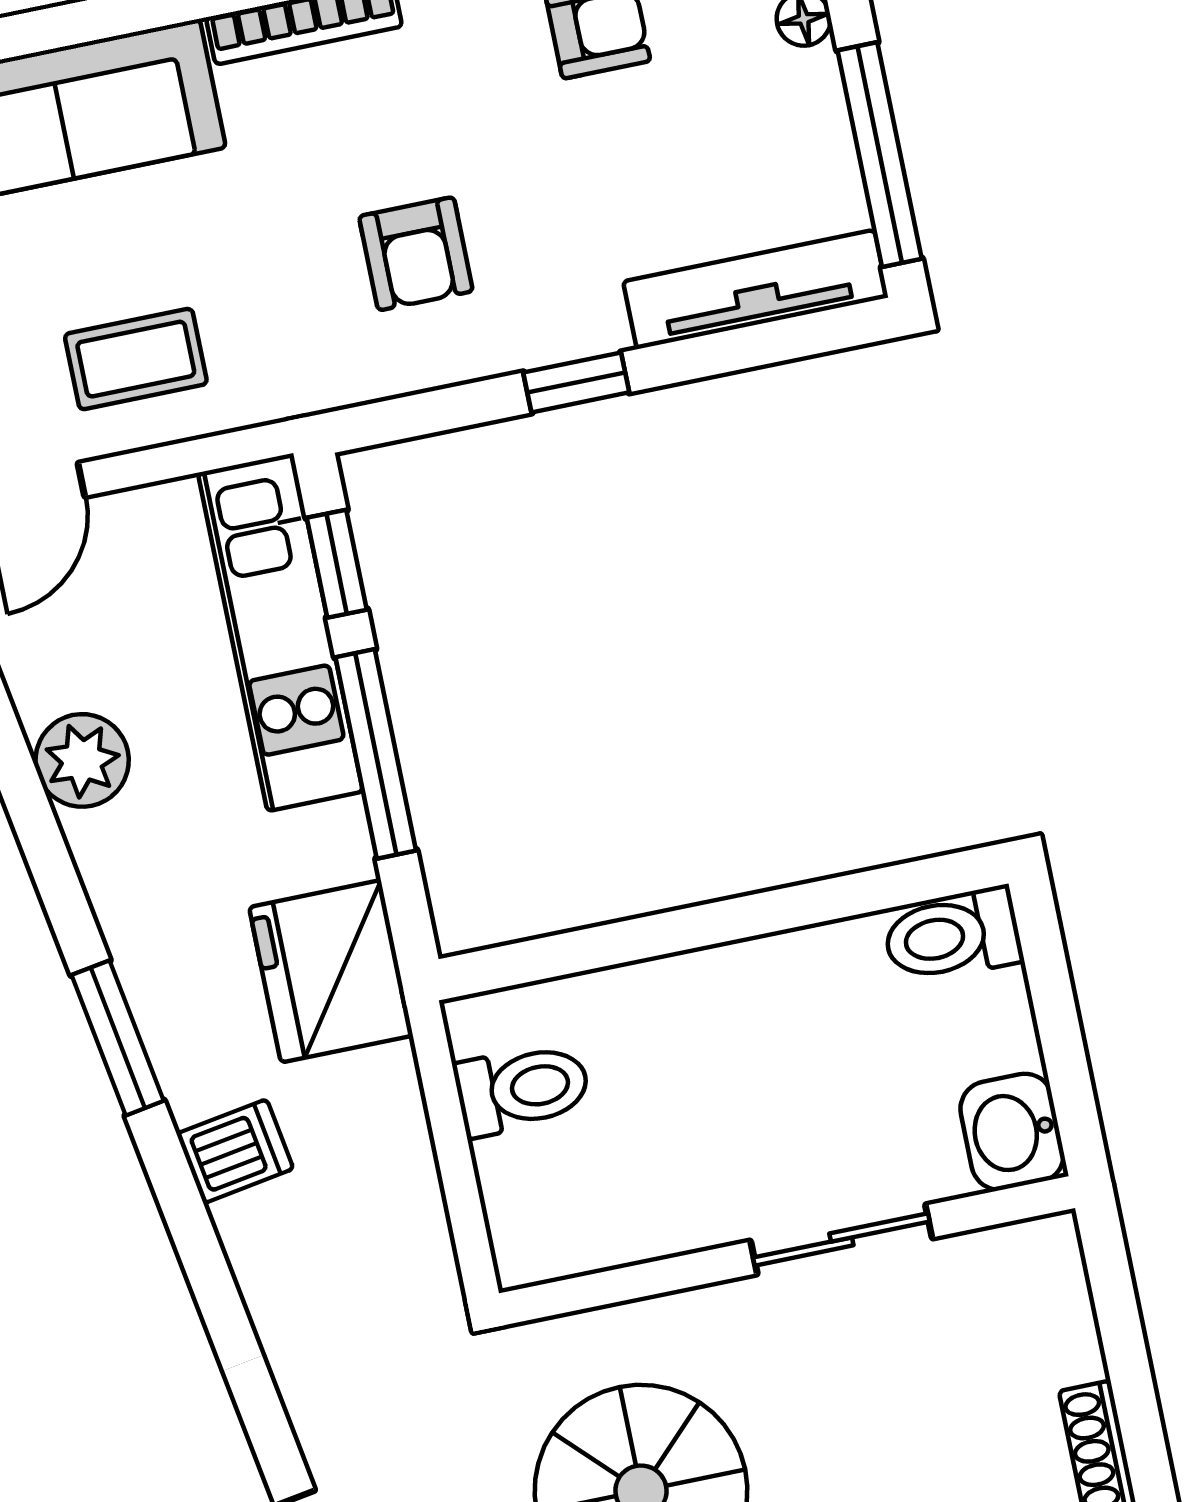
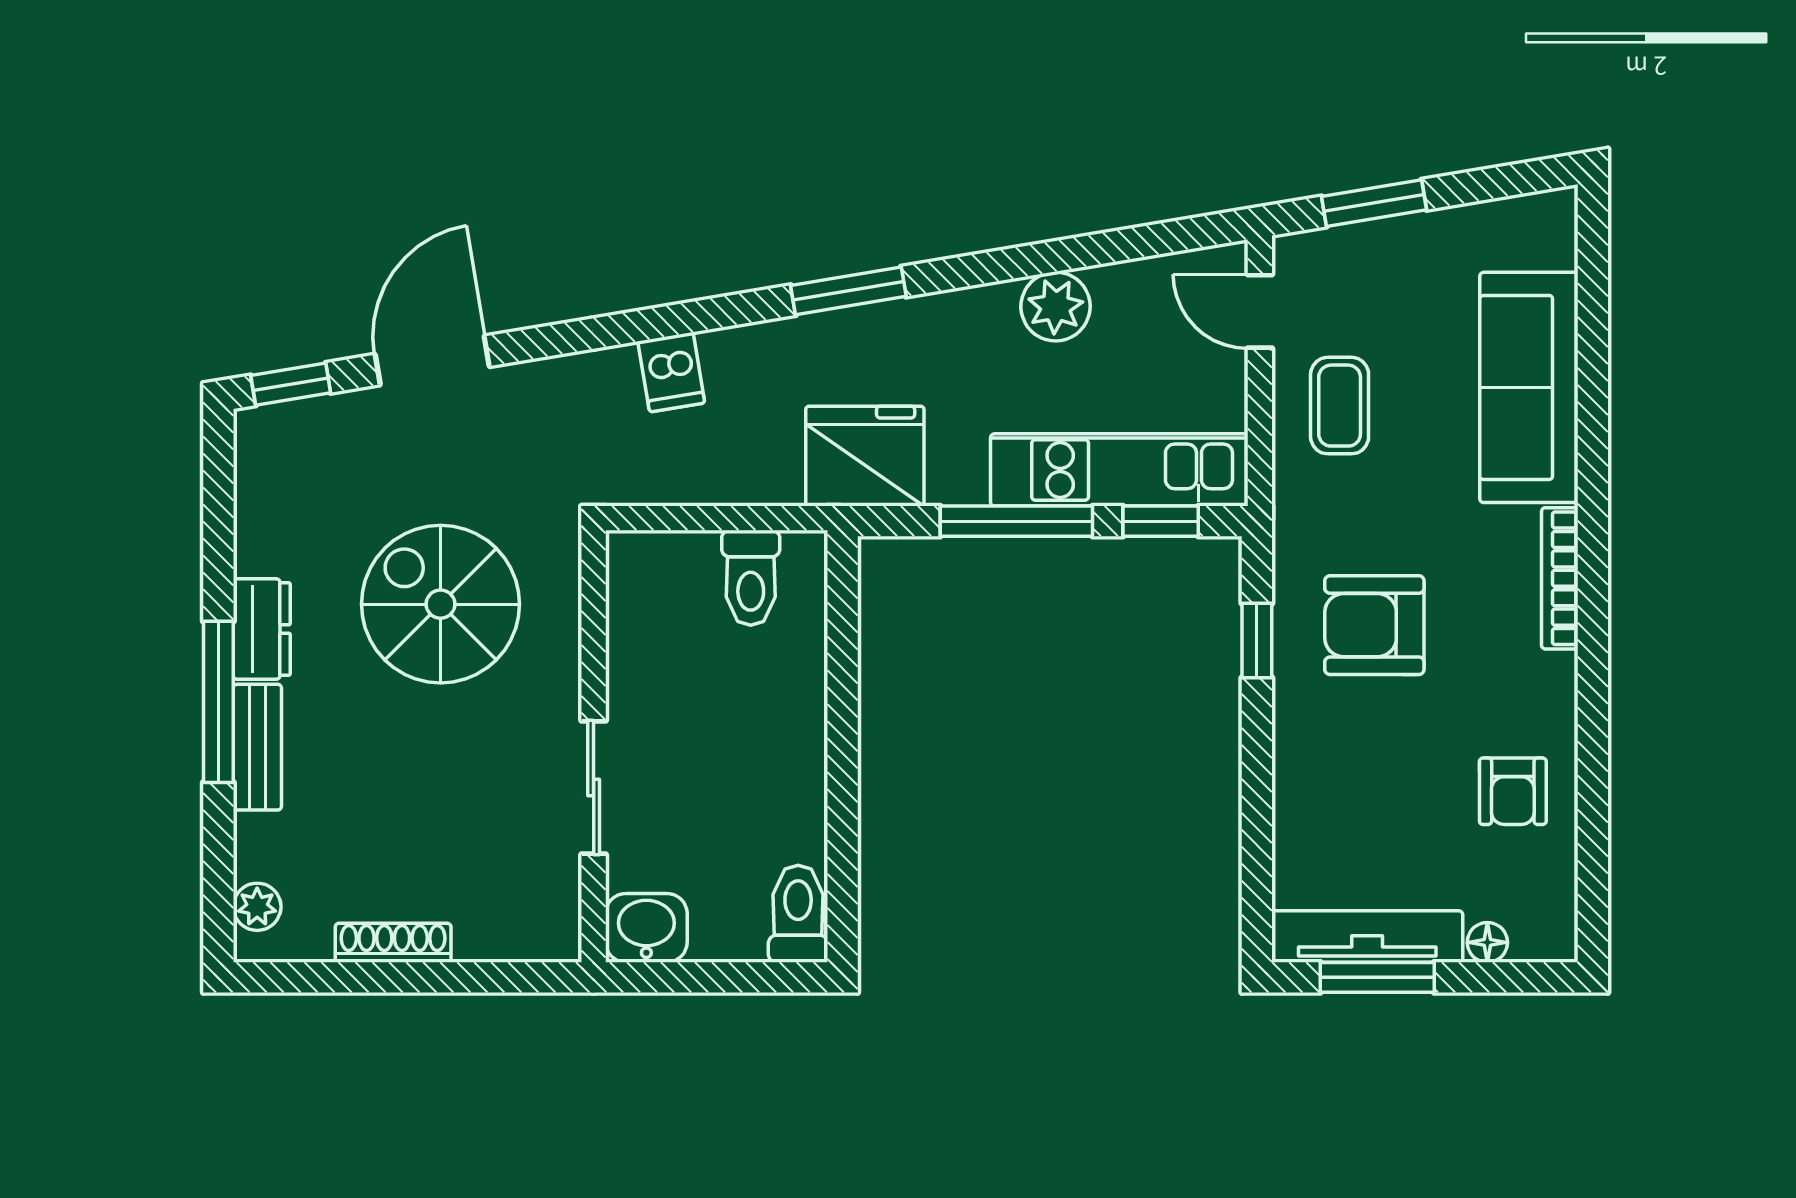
window: (880, 155) -> (1377, 977), width x0.69
armchair: (416, 254) -> (1374, 625), width x1.38, depth x1.38
tv unit: (756, 289) -> (1367, 937), moved, turned -90
window: (576, 382) -> (1257, 641), moved
dishwasher: (235, 1151) -> (671, 372), moved

